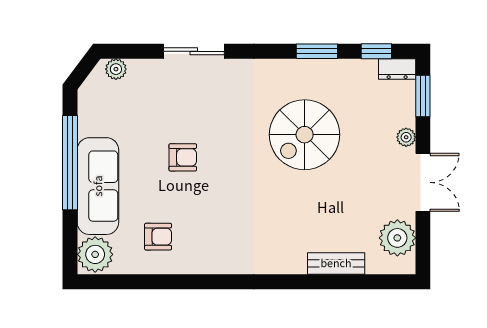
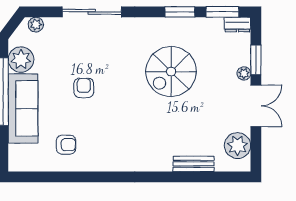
sliding door: (194, 51) -> (92, 12), width x1.37
window: (376, 51) -> (222, 12), width x1.50
window: (423, 96) -> (256, 60), moved
armchair: (183, 157) -> (84, 88), turned -90
plant: (95, 254) -> (21, 59), moved

